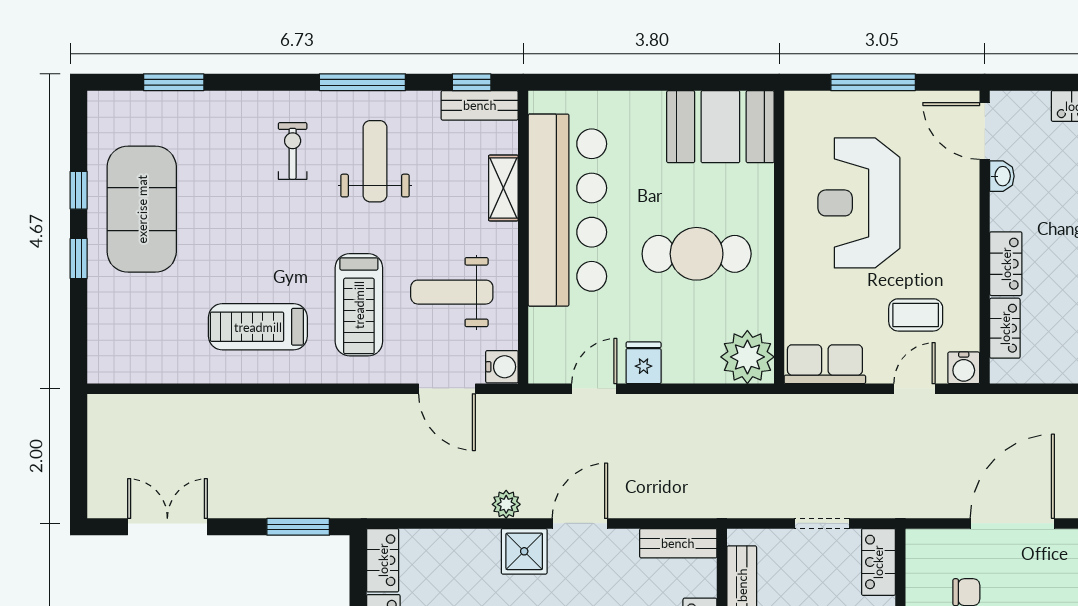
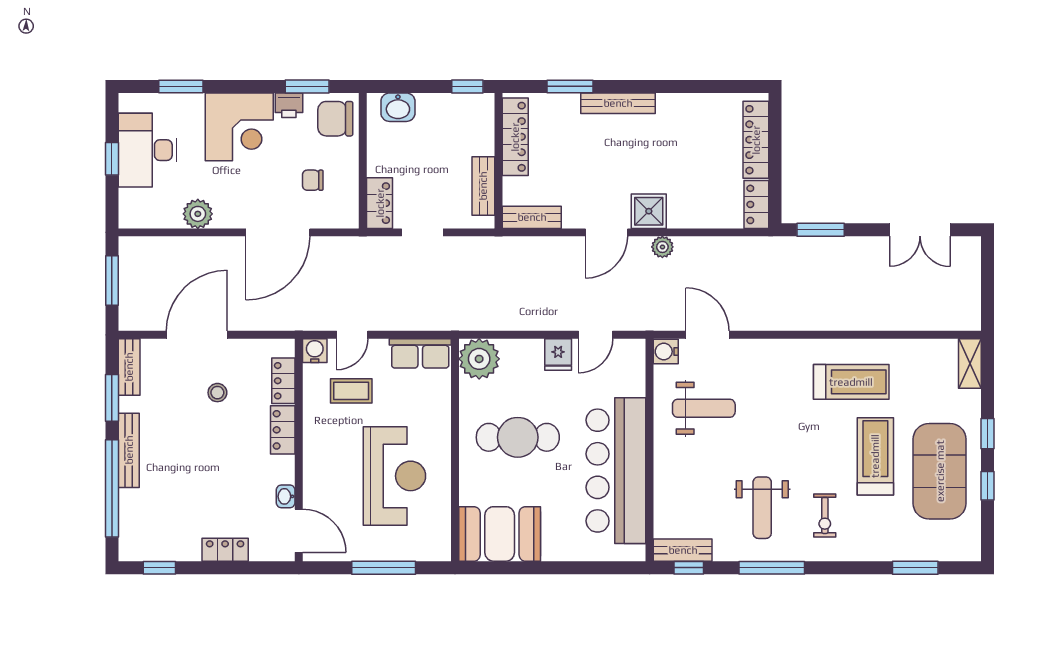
shelving: (503, 188) -> (970, 364), moved
treadmill: (359, 305) -> (875, 456), moved

